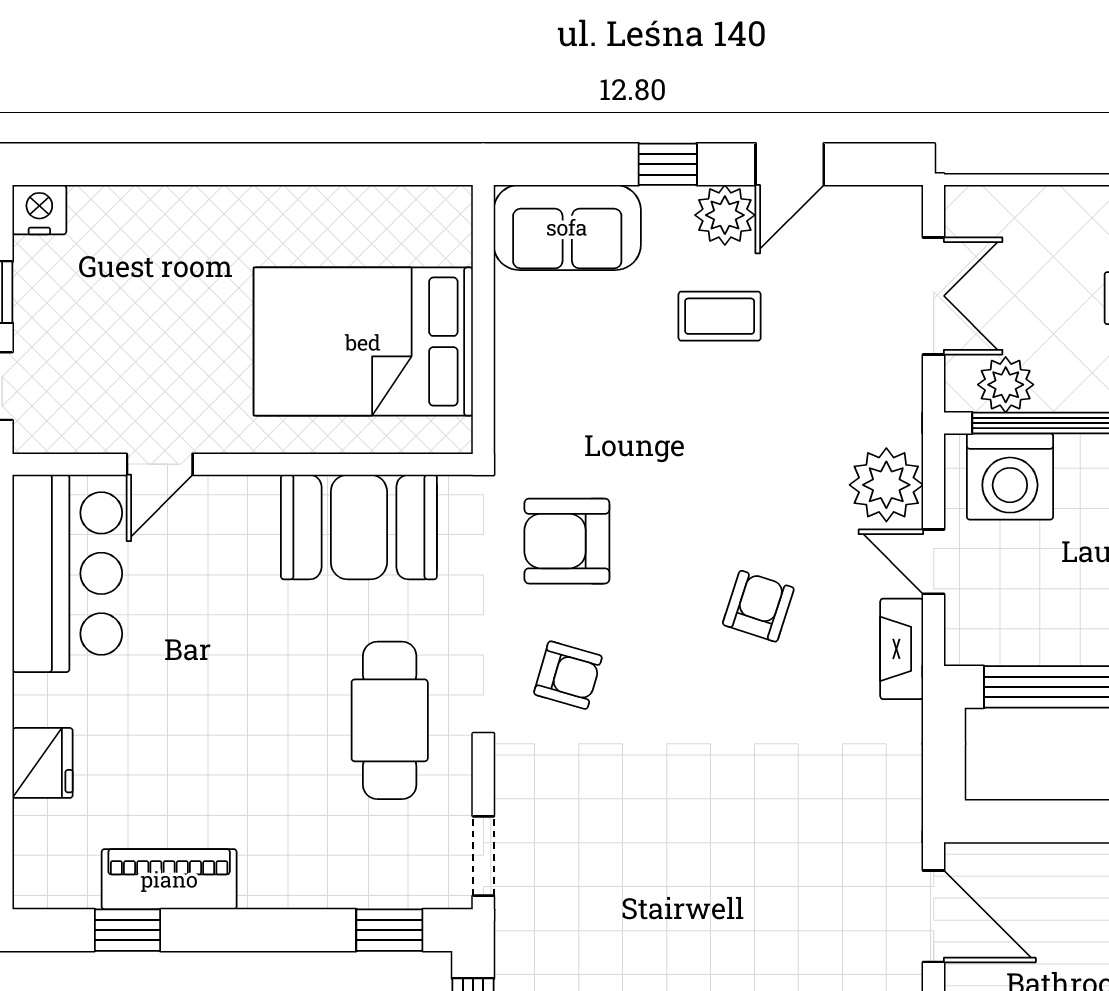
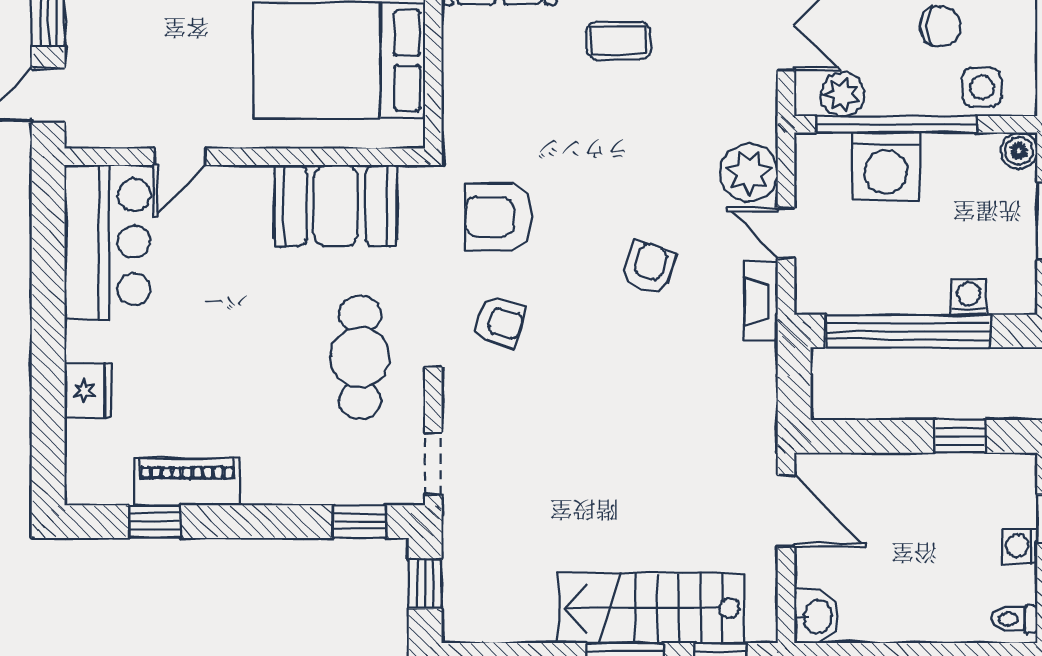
washing machine: (1010, 476) -> (886, 166), moved

